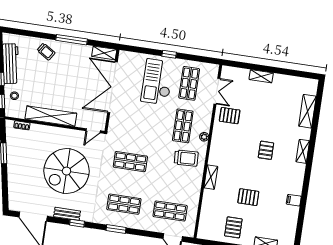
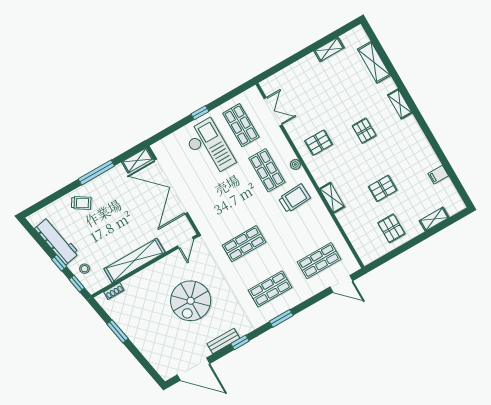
shelving: (261, 76) -> (329, 49), moved
checkout: (157, 82) -> (209, 148), turned 180
pallet: (230, 116) -> (319, 143), moved
spiral stairs: (66, 171) -> (191, 301), width x0.73, depth x0.73
filing cabinet: (294, 200) -> (438, 175), moved

